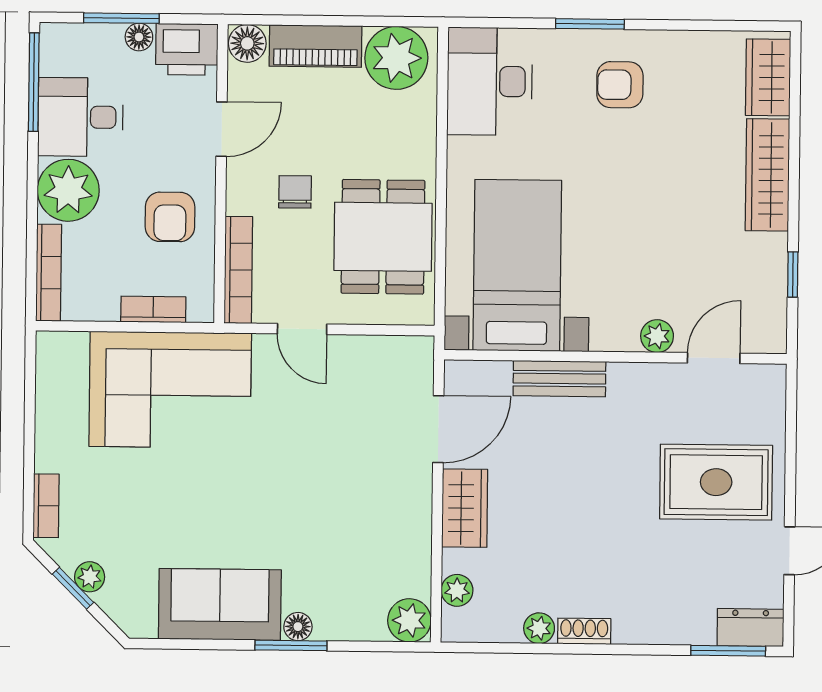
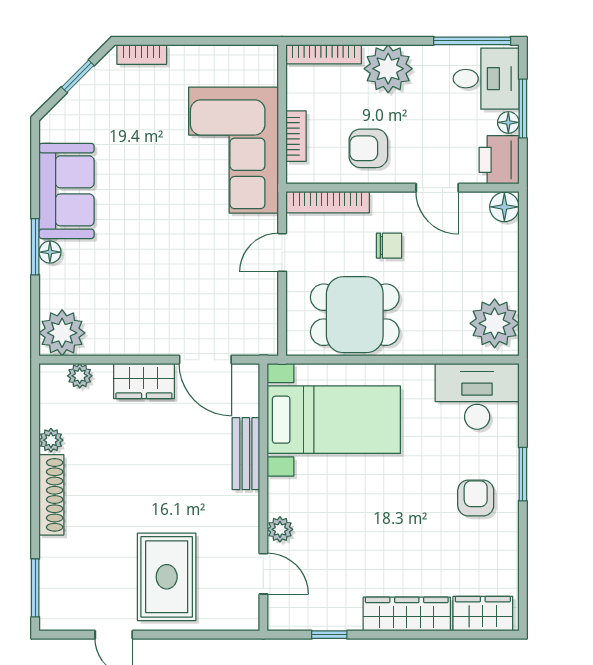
piano: (316, 46) -> (503, 260), removed
desk: (80, 117) -> (486, 79), moved, turned 90
plant: (90, 577) -> (87, 89), removed
plant: (409, 620) -> (62, 333), width x1.36, depth x1.36
dresser: (750, 628) -> (54, 605), removed
shoe rack: (584, 631) -> (51, 495), width x1.94, depth x1.24

